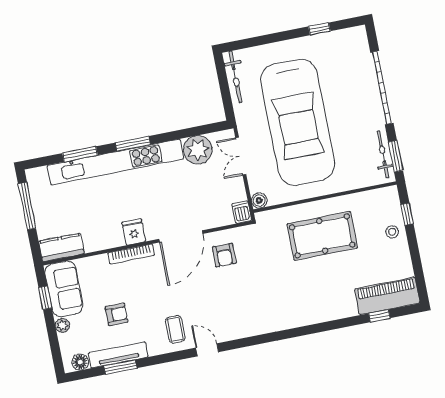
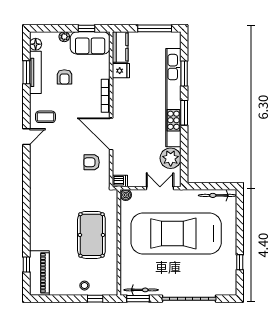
fridge: (134, 232) -> (121, 71), moved

